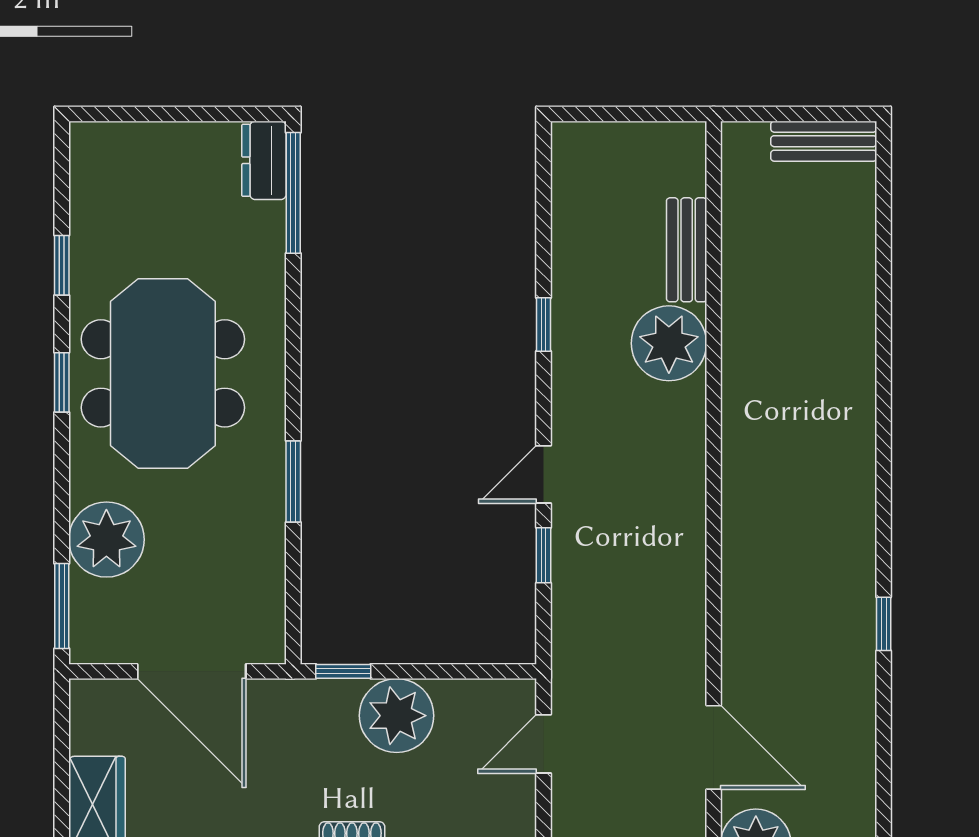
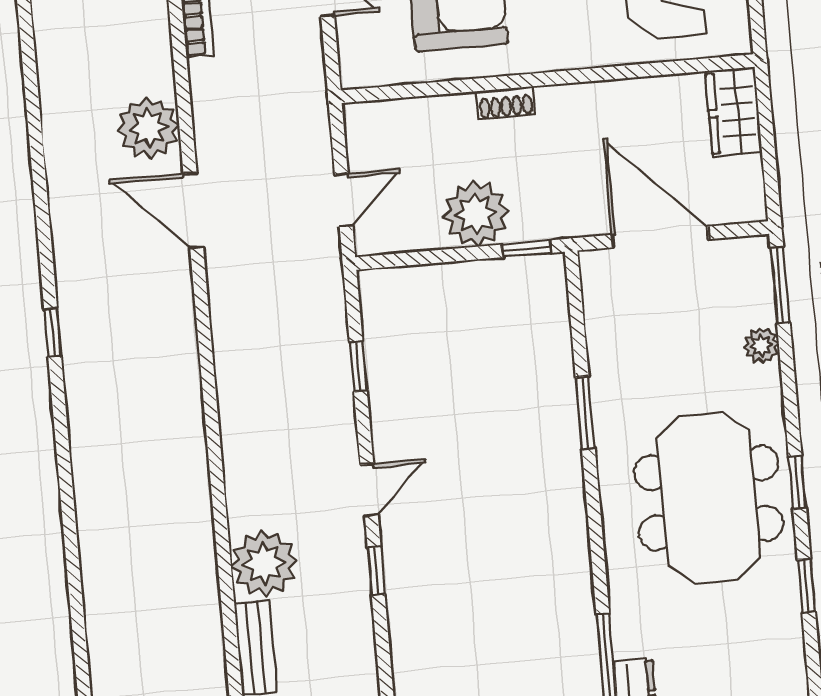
door: (544, 474) -> (369, 490), moved
plant: (106, 540) -> (761, 345), width x0.53, depth x0.53

